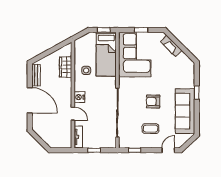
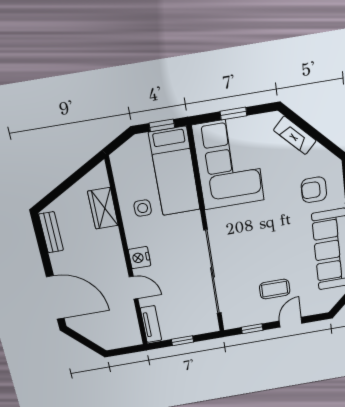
door: (30, 100) -> (55, 298), moved
armchair: (153, 102) -> (314, 190), moved
door: (168, 150) -> (291, 322), moved

